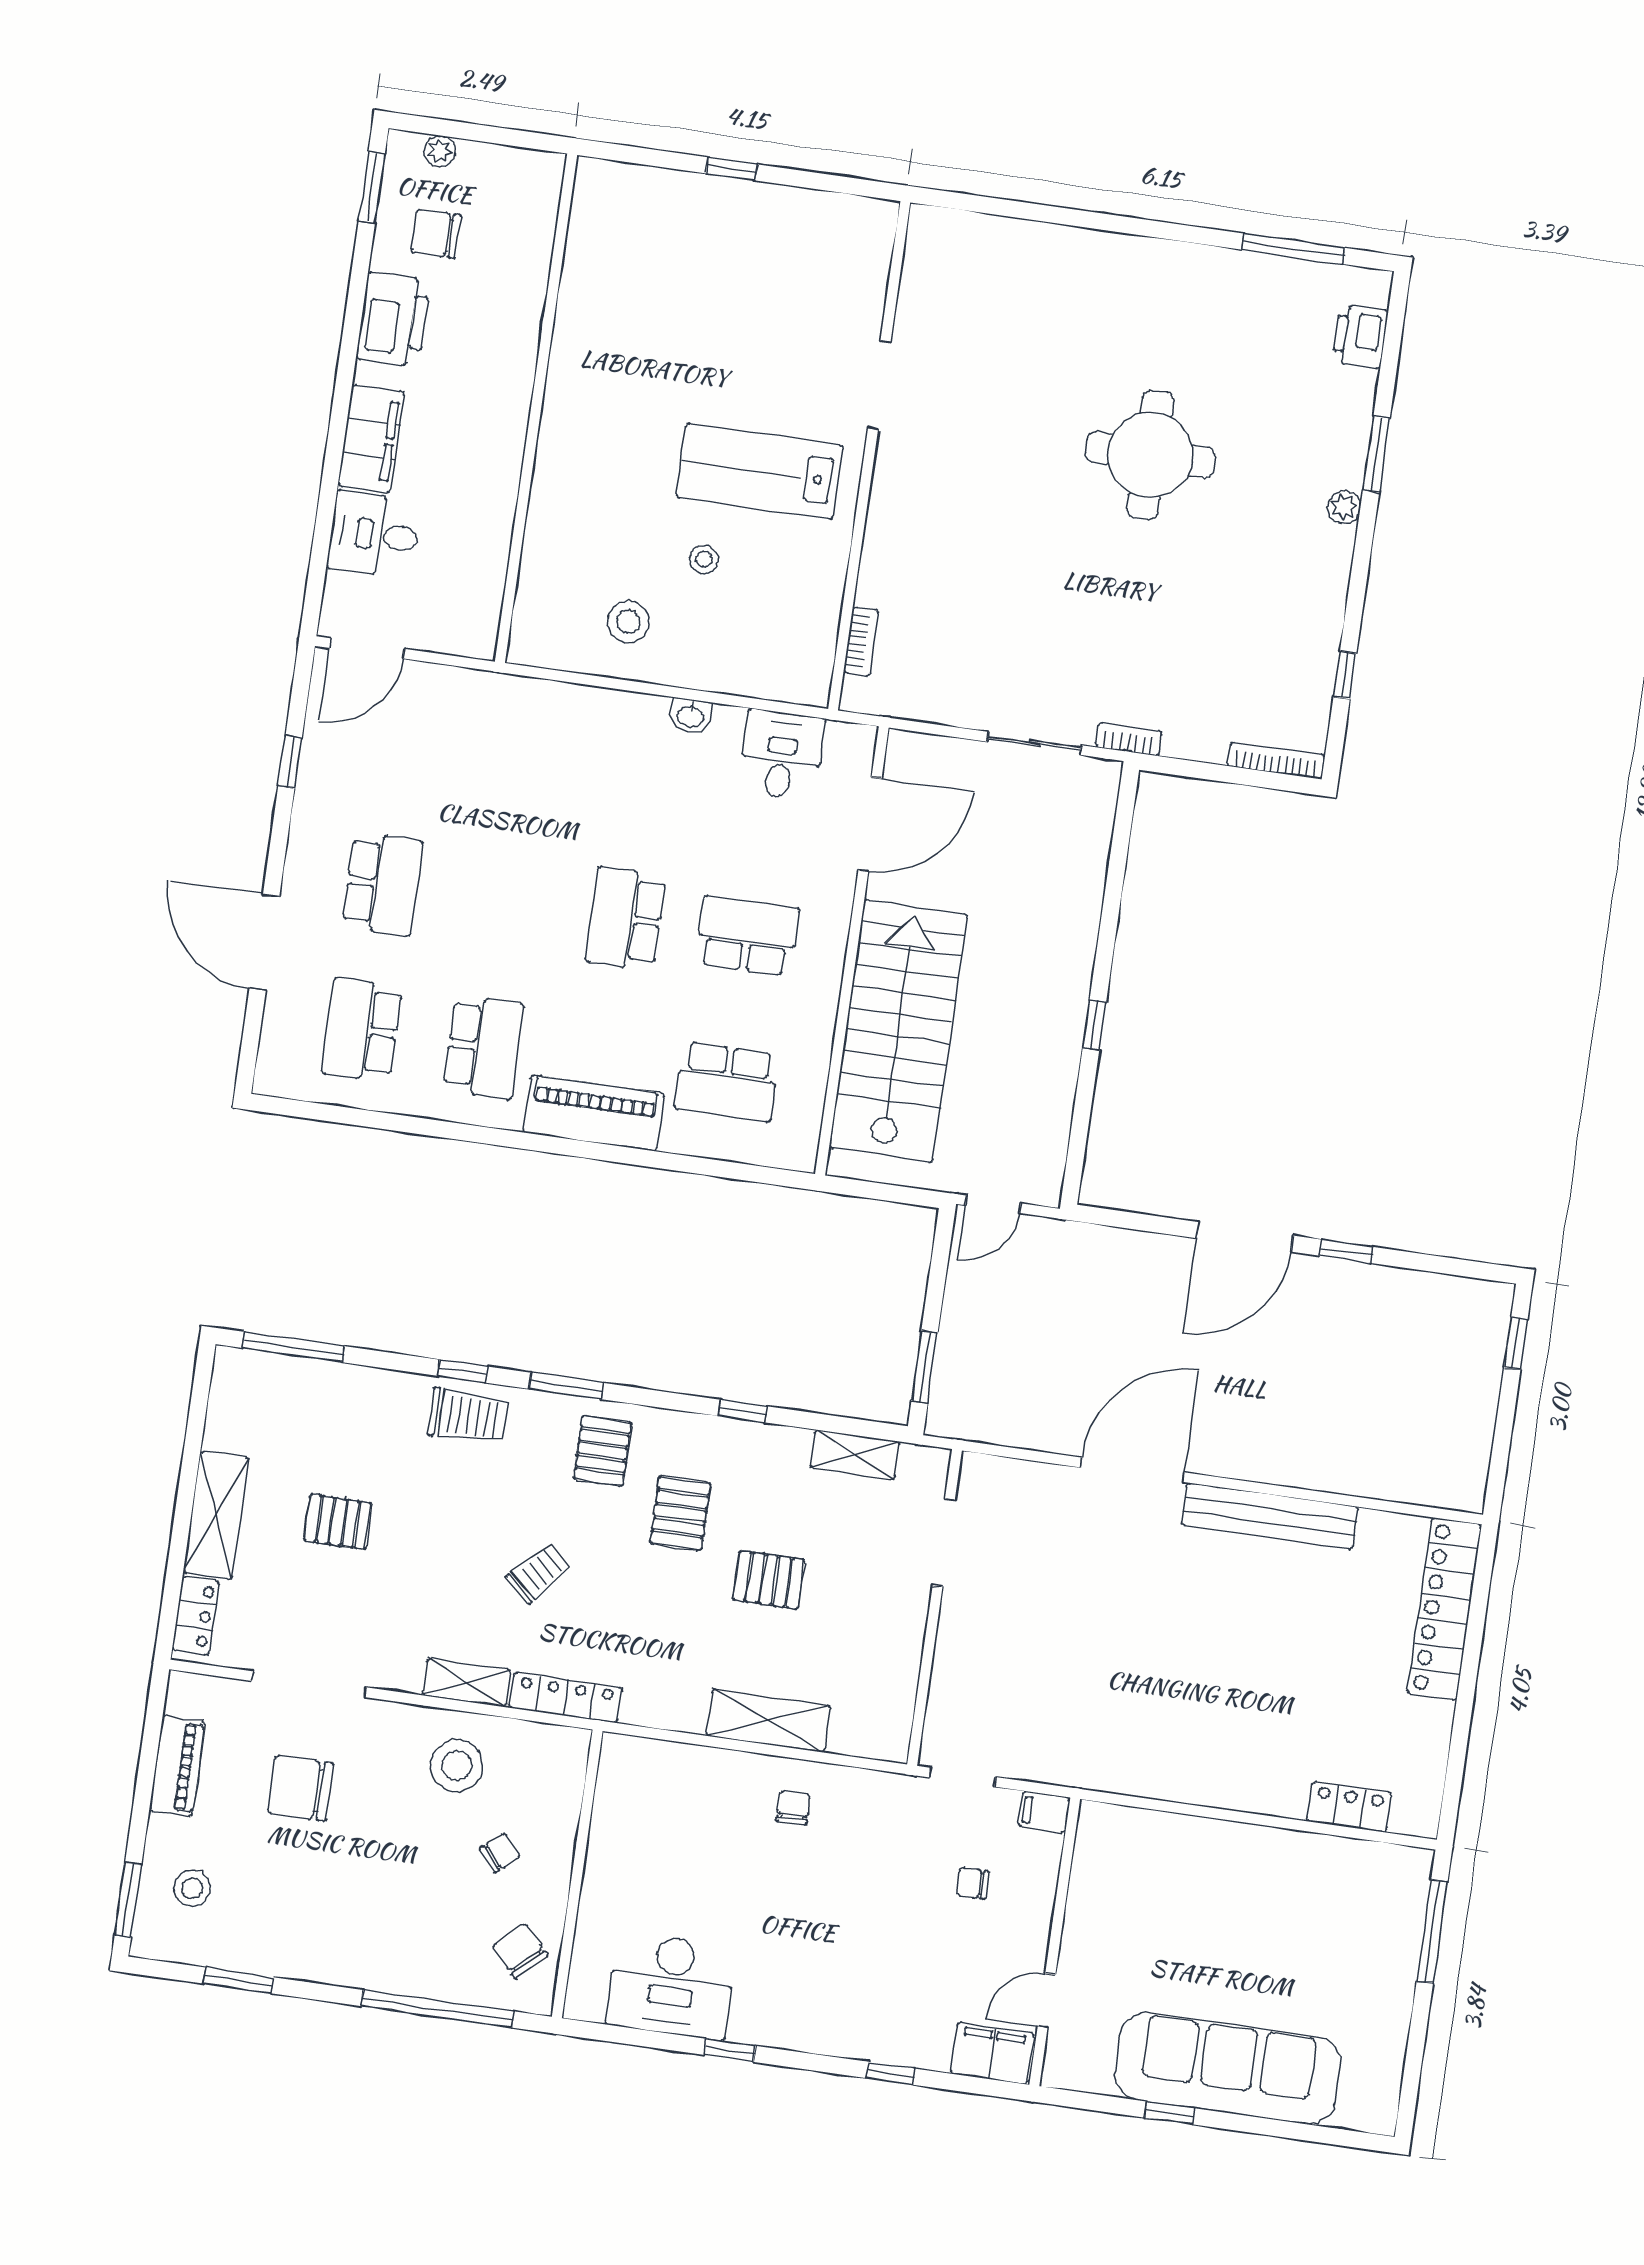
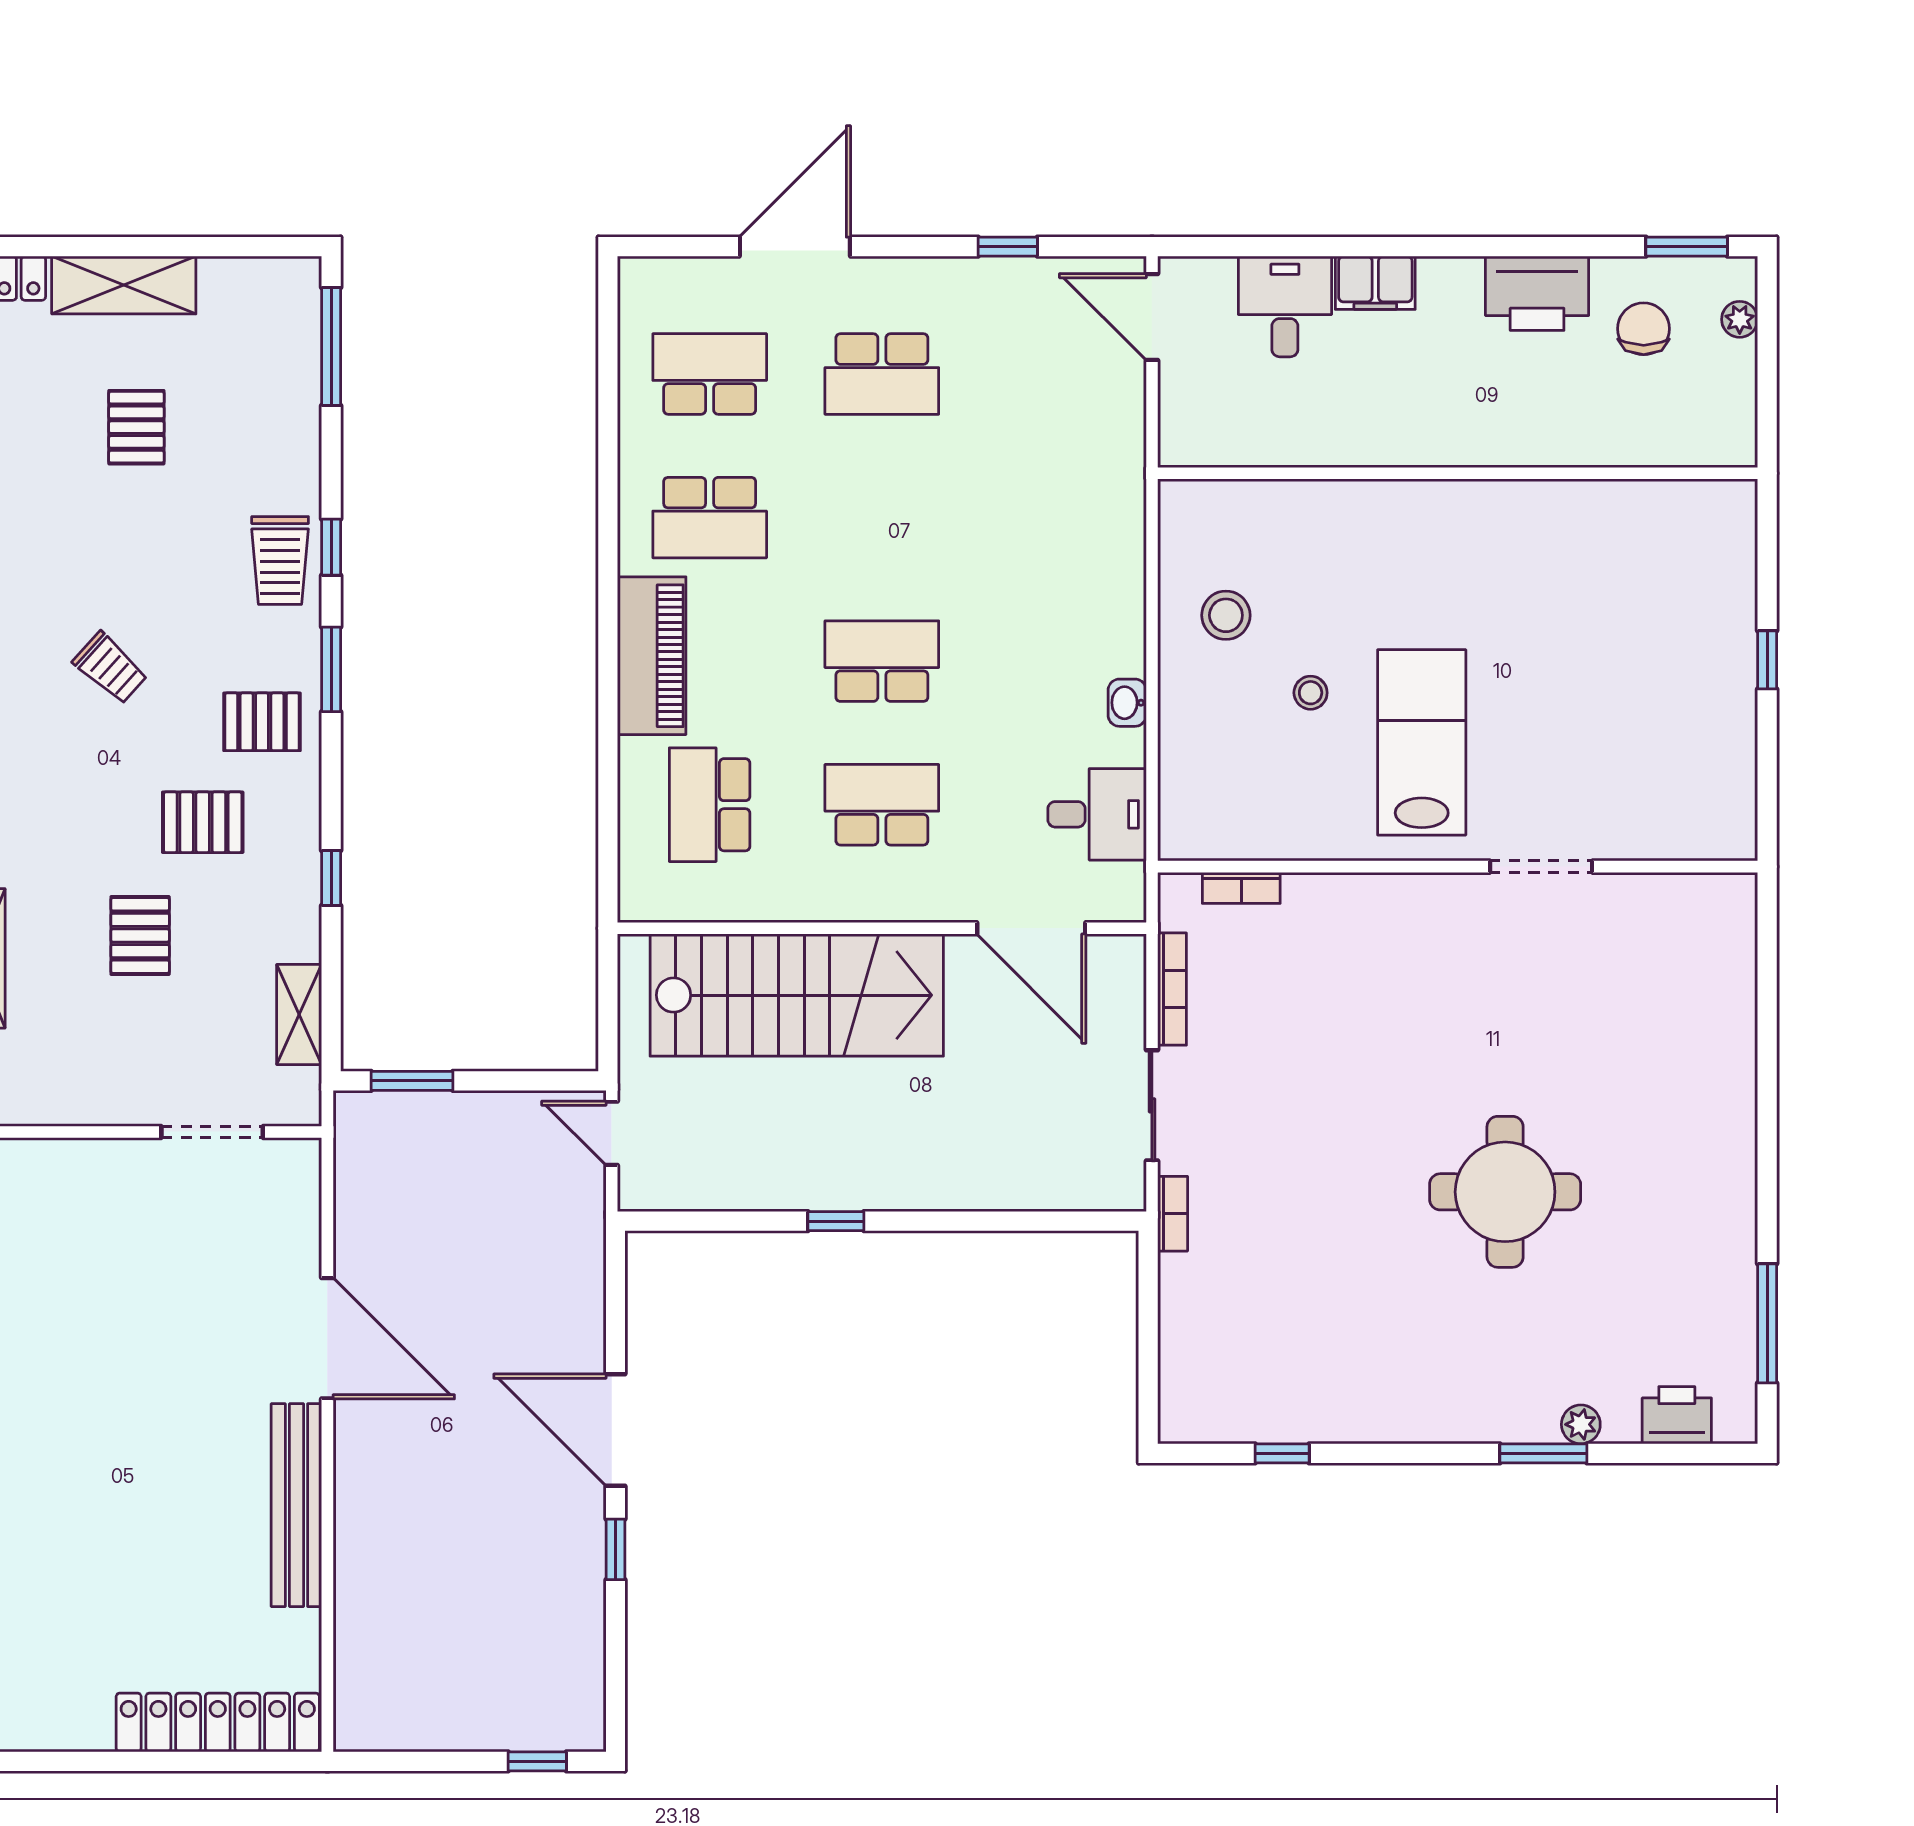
filing cabinet: (371, 439) -> (1375, 283), width x0.67, depth x0.86
plant: (1344, 507) -> (1581, 1424), moved
bookcase: (1276, 760) -> (1172, 989), moved
school desk: (747, 936) -> (882, 805), turned -90

